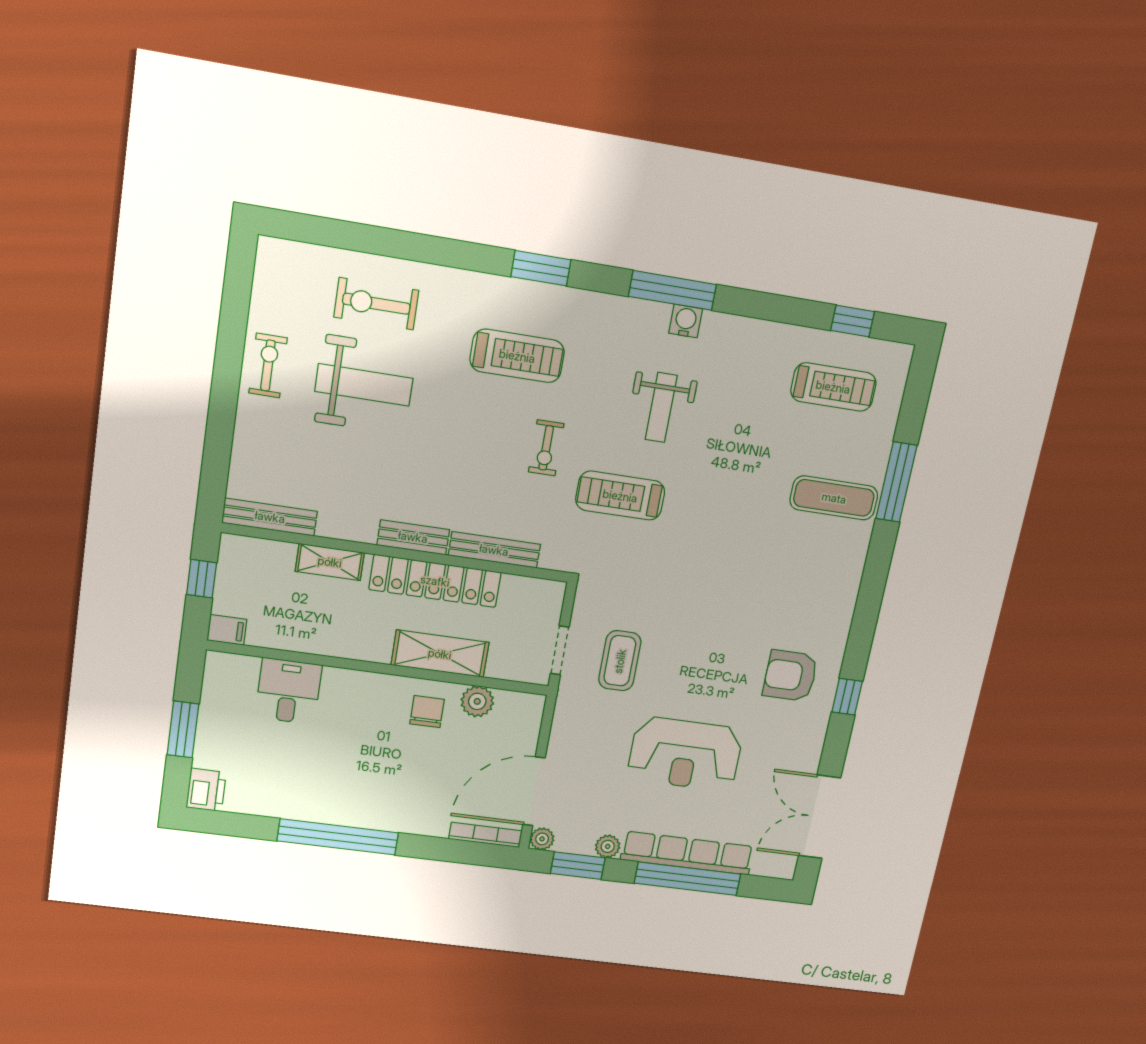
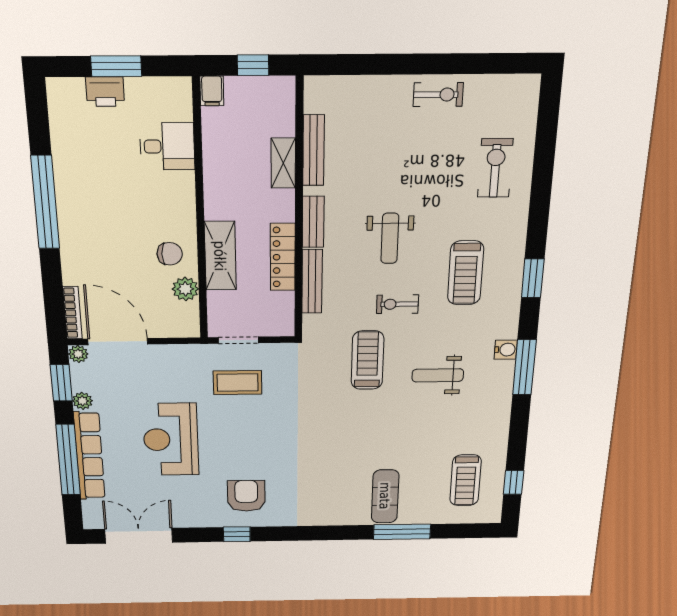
water cooler: (686, 321) -> (506, 350), moved
weight bench: (364, 385) -> (390, 238), moved, width x0.73, depth x0.75
bench: (270, 517) -> (313, 150), moved
locker: (435, 581) -> (283, 257), width x0.71, depth x0.83
printer: (206, 790) -> (105, 92), moved

